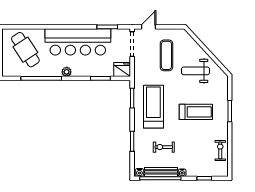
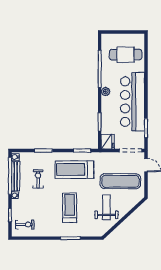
cafe table: (25, 50) -> (126, 55), turned 33
exercise mat: (166, 55) -> (120, 181), width x1.36, depth x1.45
treadmill: (153, 107) -> (74, 170), turned 180
treadmill: (196, 112) -> (70, 208), turned 180
exercise bike: (220, 150) -> (25, 225), moved

